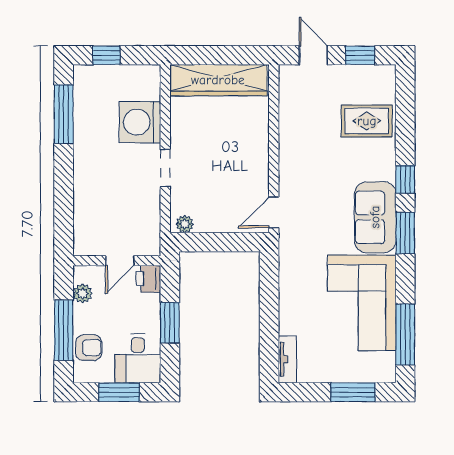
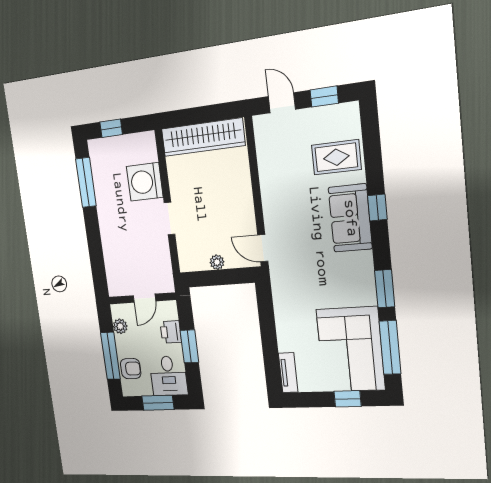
door: (274, 212) -> (263, 248), hinge flipped
sofa: (375, 217) -> (350, 218), moved
plant: (185, 224) -> (217, 262), moved
window: (405, 233) -> (385, 289), moved
printer: (148, 279) -> (171, 332), moved
corner sofa: (362, 303) -> (351, 350), moved
window: (353, 392) -> (348, 399), width x0.67

